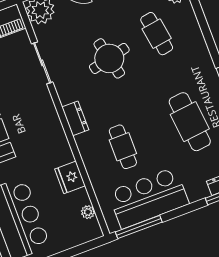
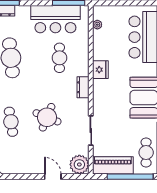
round table: (109, 58) -> (47, 117), turned 35
fridge: (70, 177) -> (100, 70), moved

